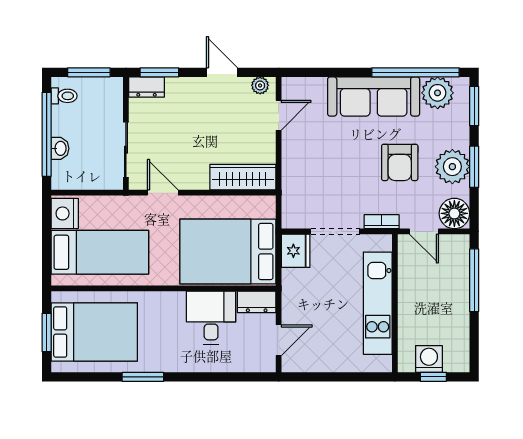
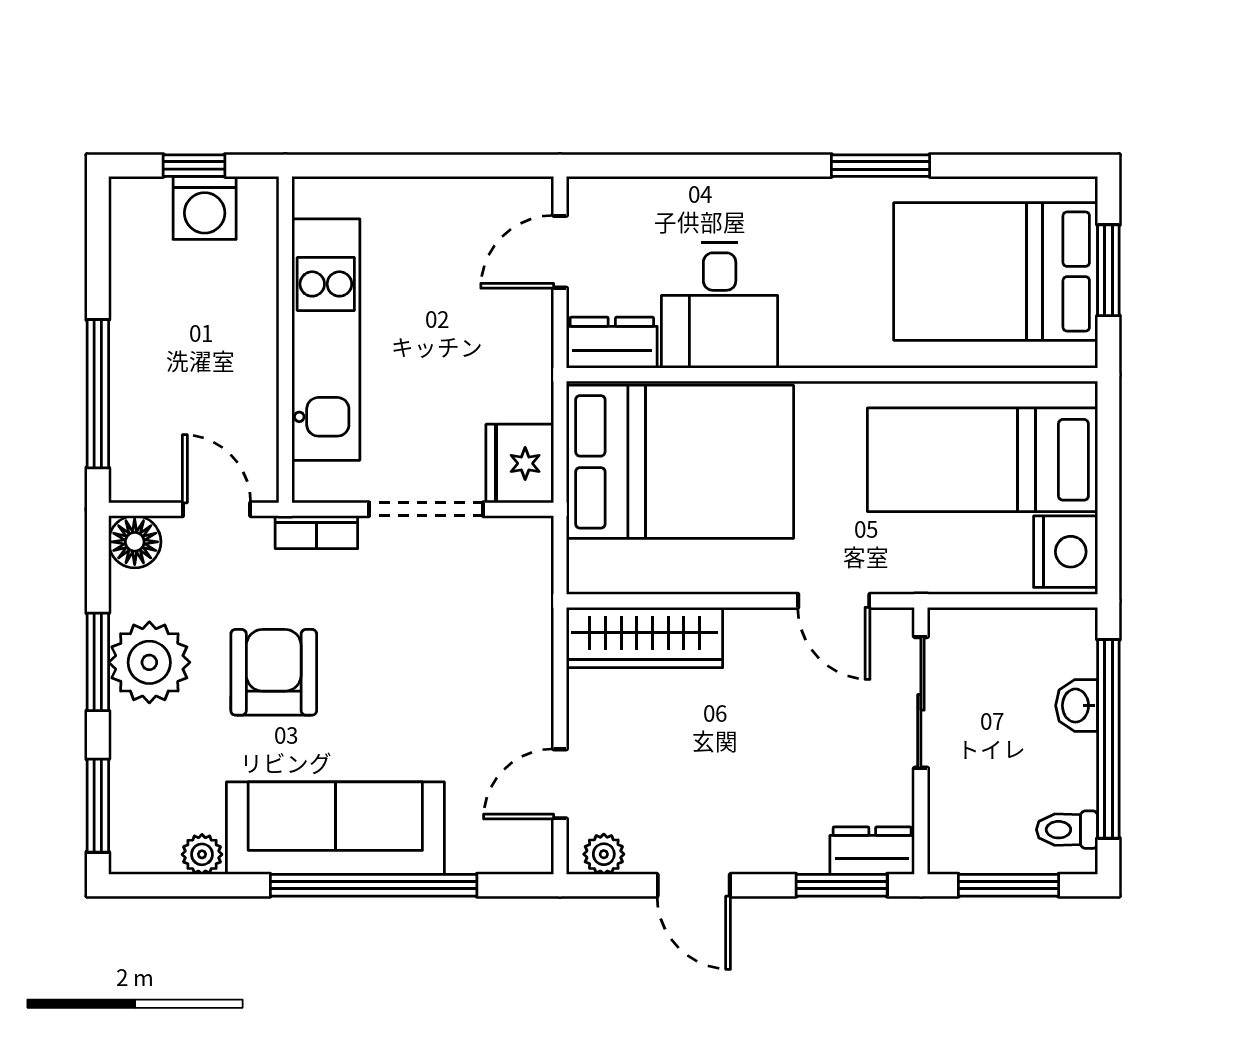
window: (416, 72) -> (374, 885), moved
plant: (438, 93) -> (202, 854), width x0.53, depth x0.53
floor lamp: (454, 213) -> (135, 542), width x0.73, depth x0.73

